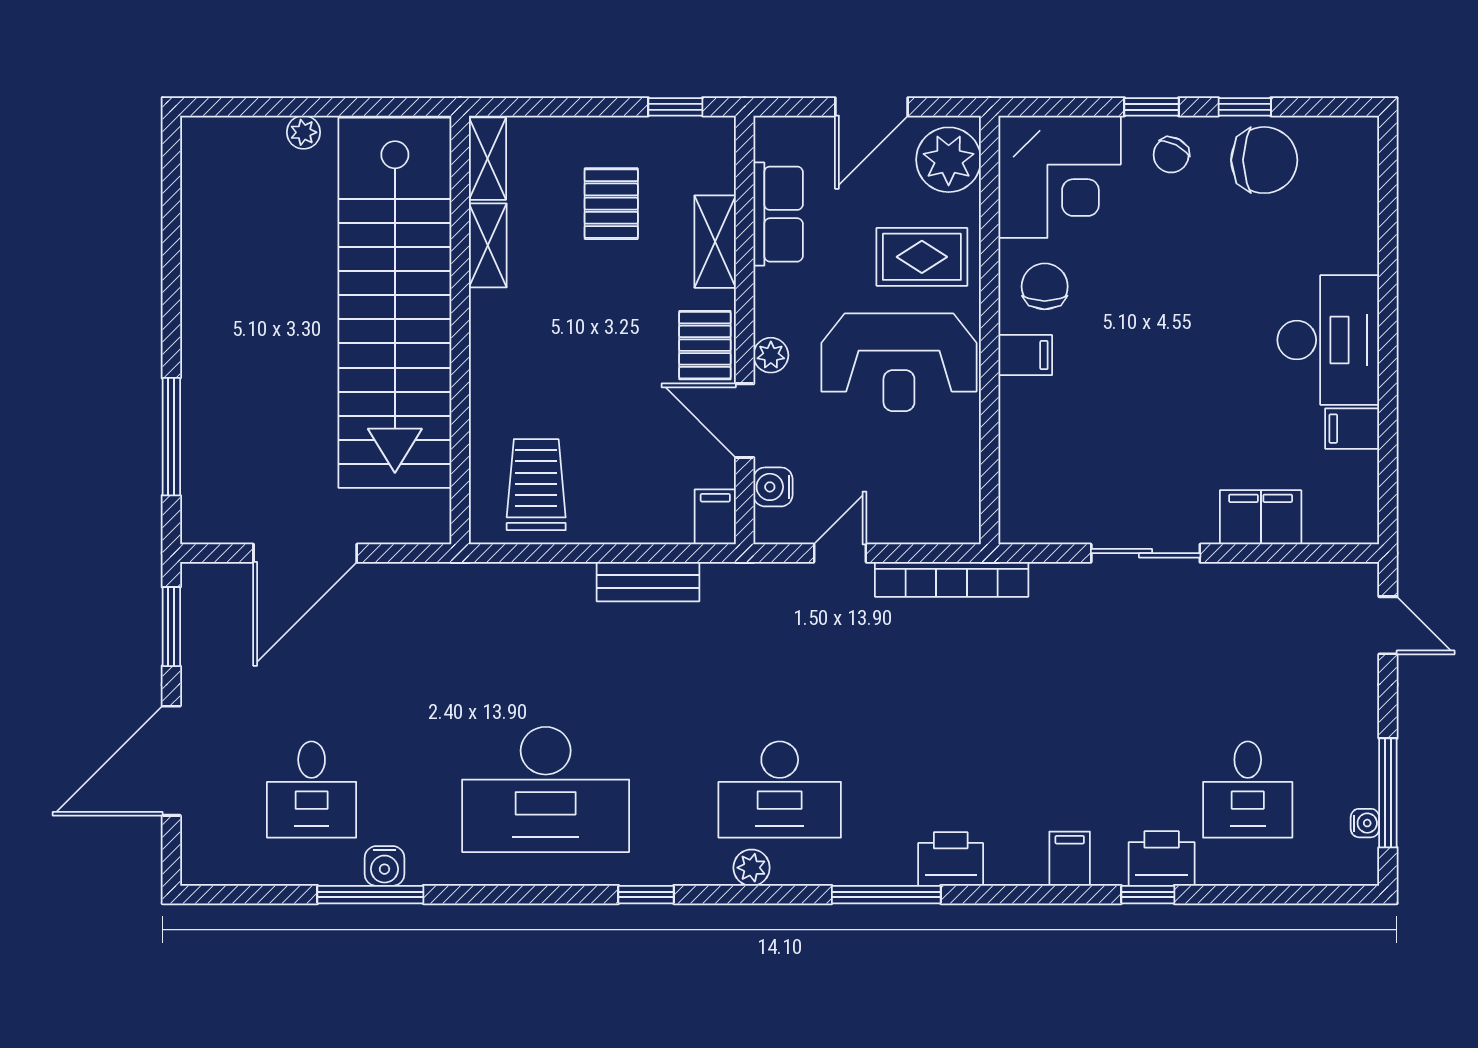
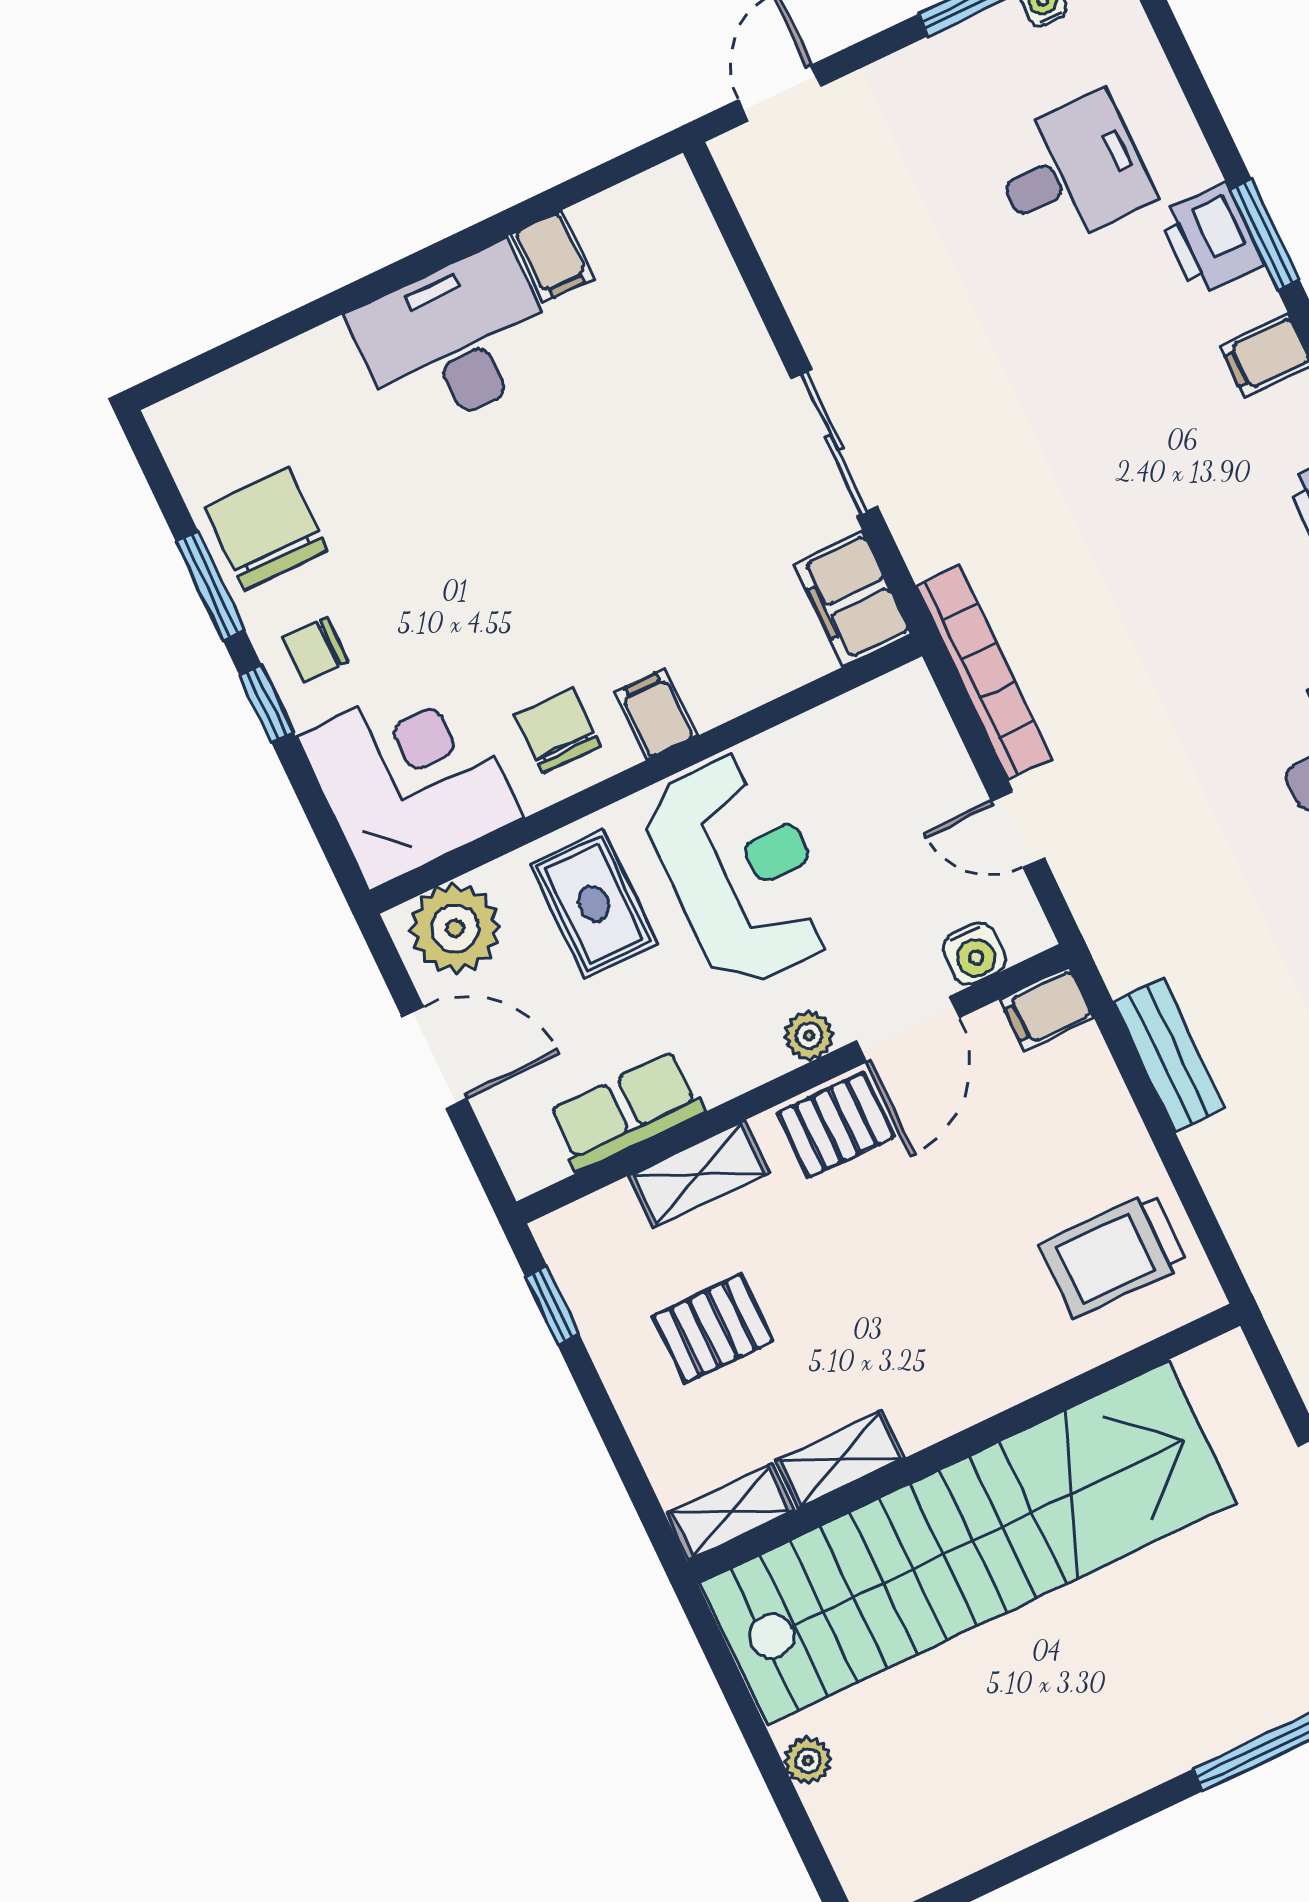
window: (1245, 107) -> (210, 585), width x1.50
chair: (1171, 155) -> (315, 650), turned 153
chair: (1045, 286) -> (558, 731), turned 90
filing cabinet: (1261, 517) -> (853, 599), moved
window: (1148, 895) -> (1265, 235), width x1.50

